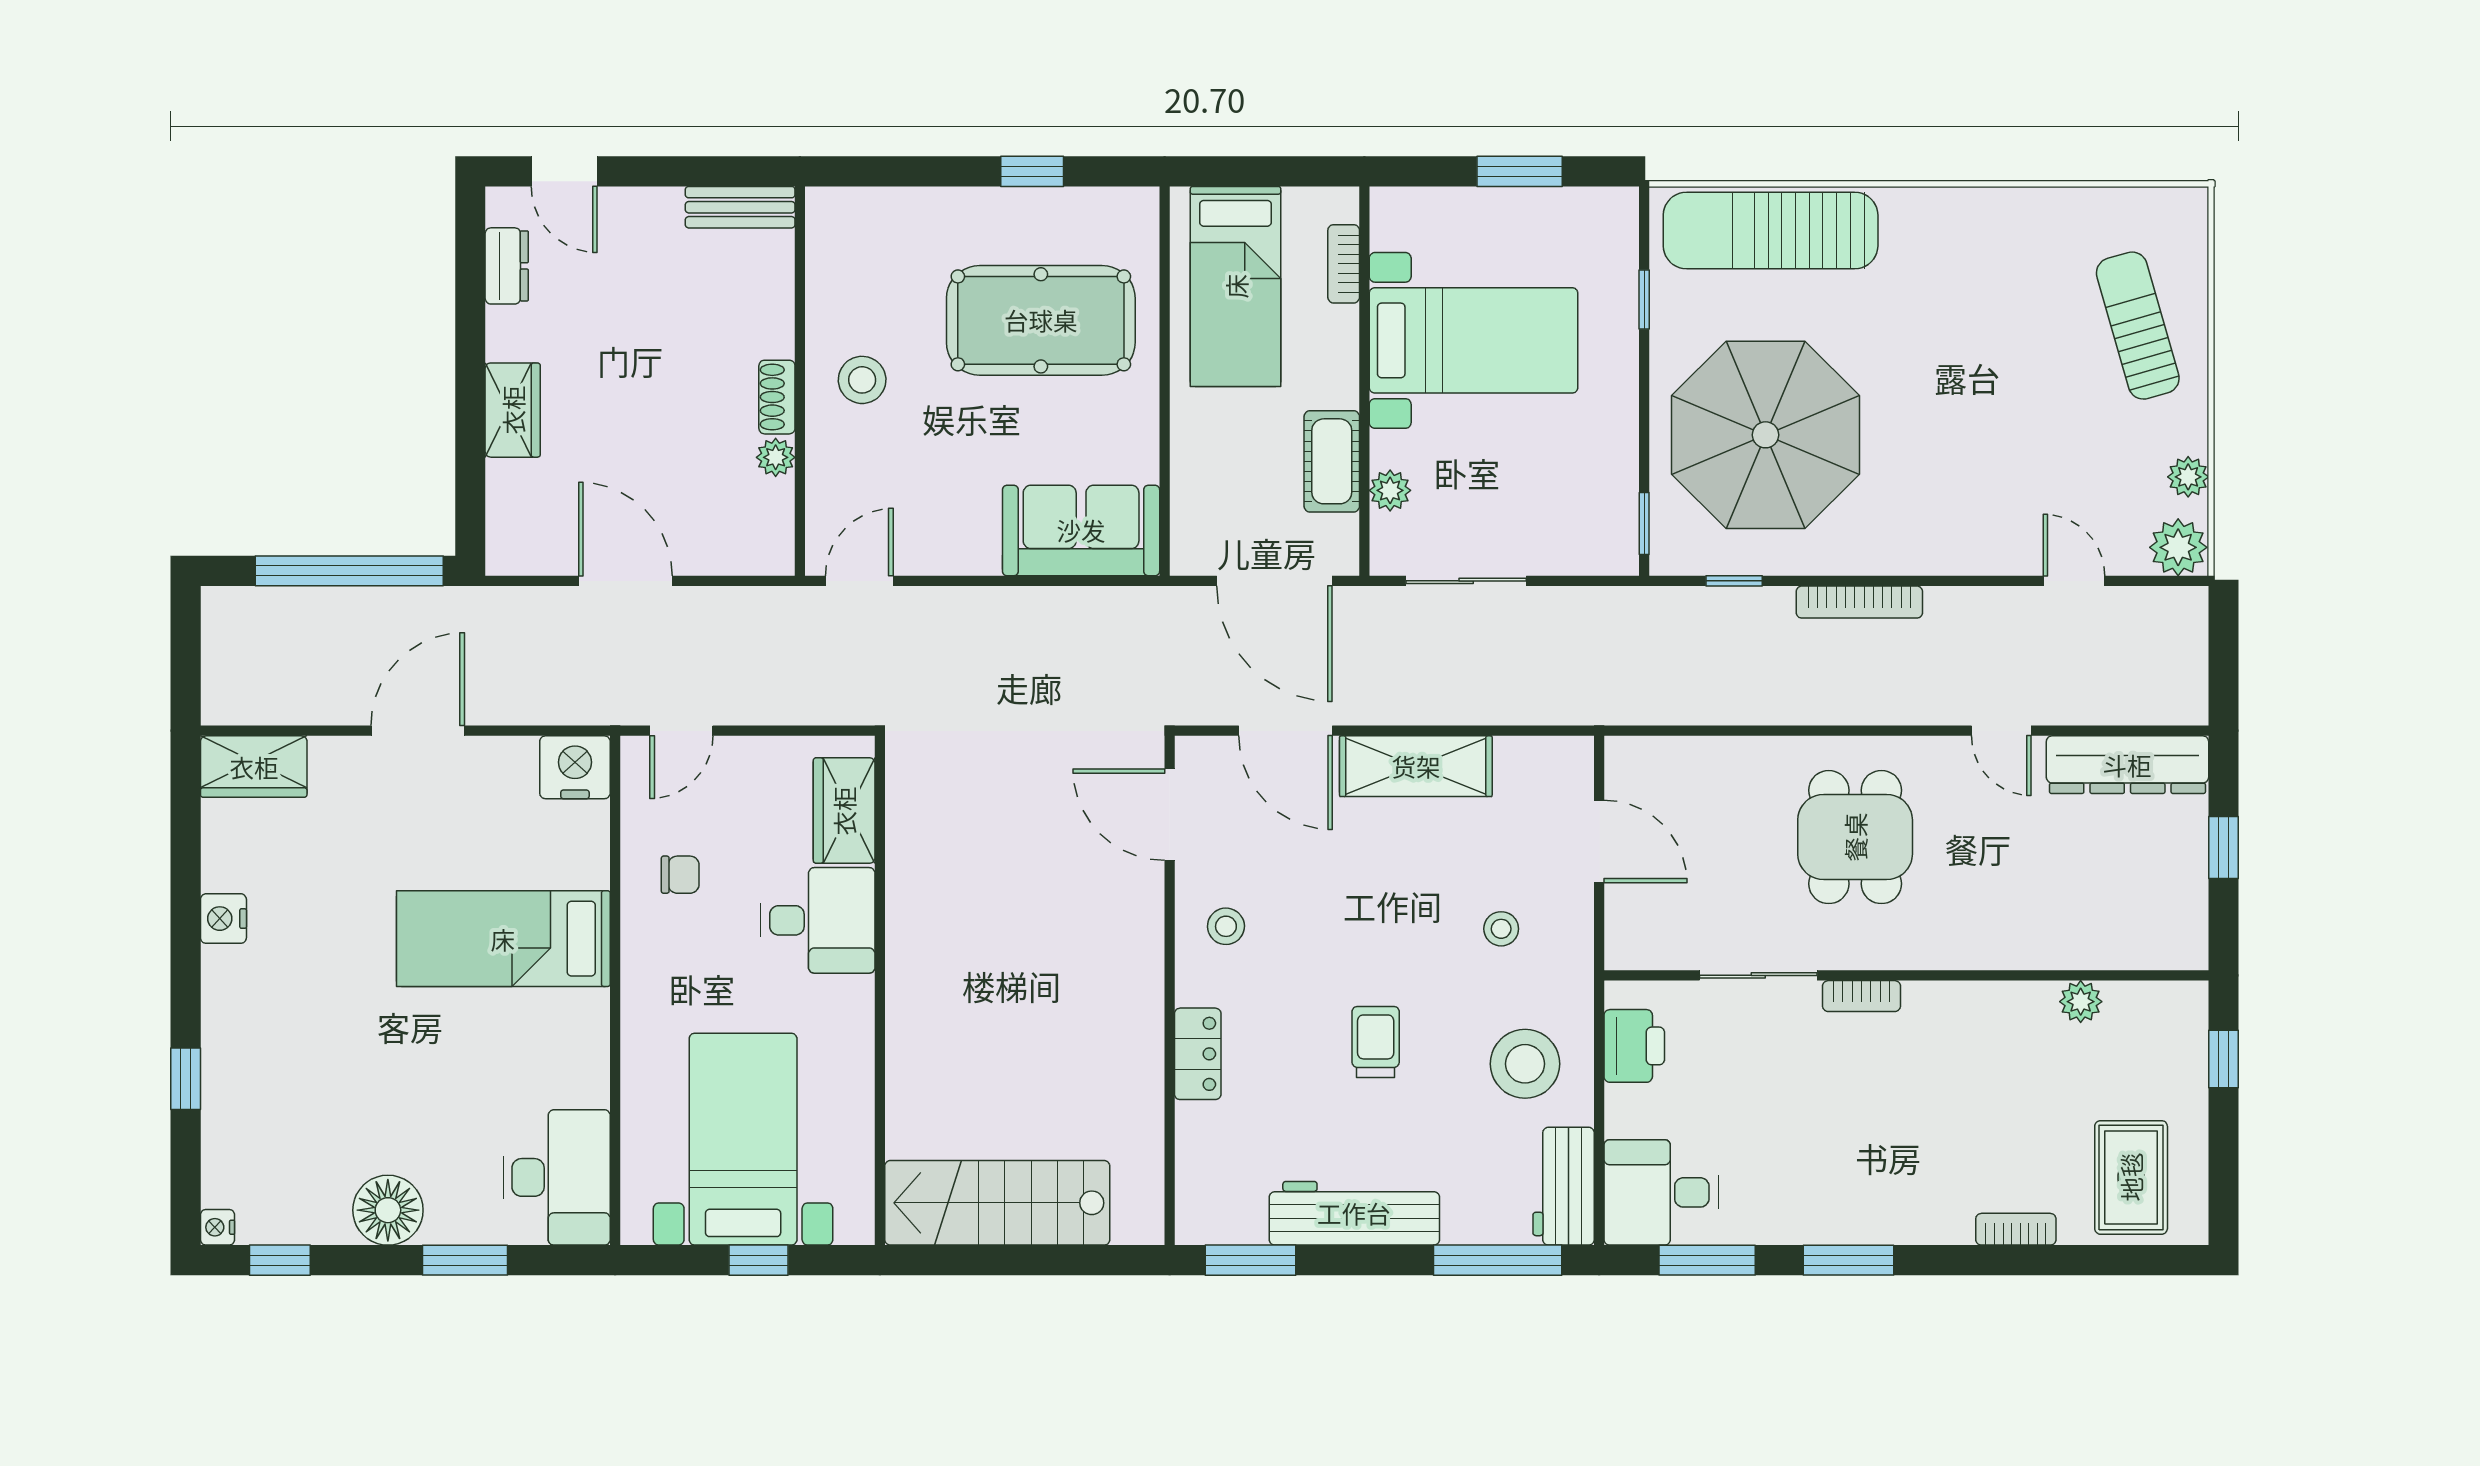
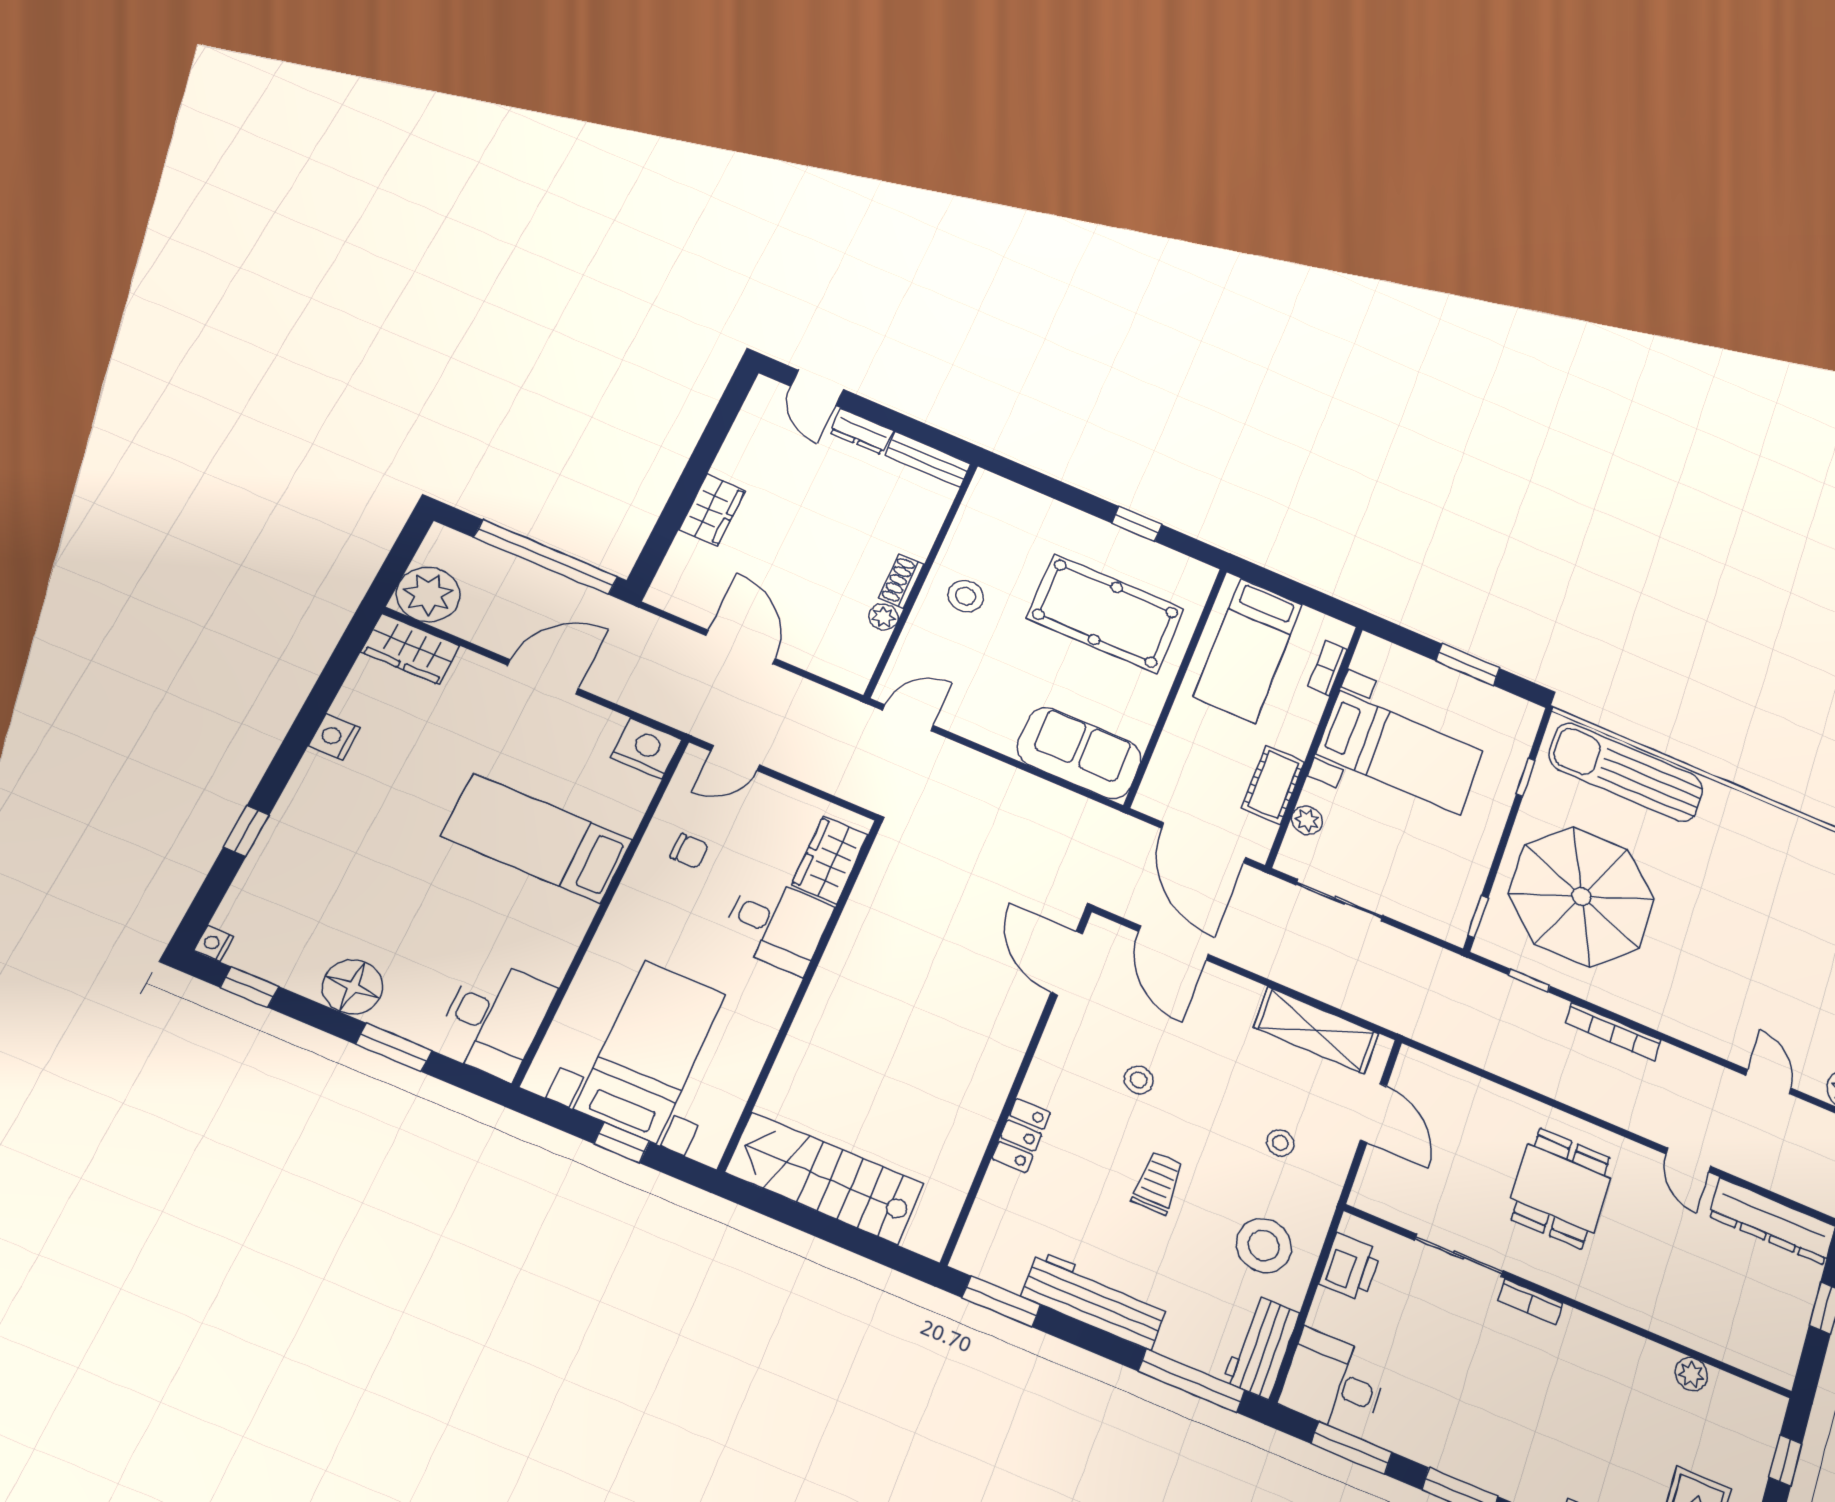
dresser: (507, 266) -> (861, 432), moved, turned 90
plant: (240, 686) -> (428, 594), added
shelving: (1416, 766) -> (1316, 1030), moved
stool: (1226, 926) -> (1139, 1080), moved

